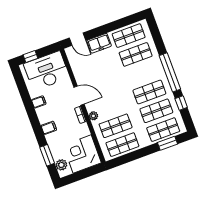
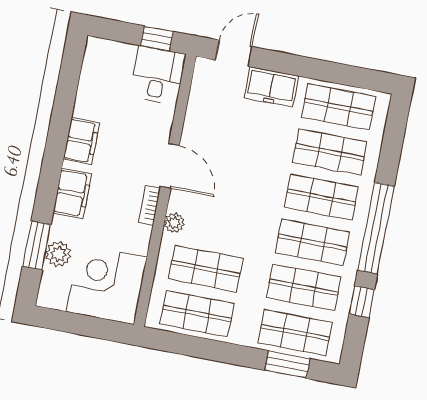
door: (78, 39) -> (234, 53), swing flipped
window: (30, 56) -> (157, 38), moved
desk: (47, 71) -> (158, 75), width x0.53, depth x0.77
shop shelf: (142, 73) -> (321, 197), added
filing cabinet: (39, 102) -> (81, 141), width x2.00
filing cabinet: (49, 128) -> (72, 193), width x2.00
plant: (61, 165) -> (58, 254), moved

